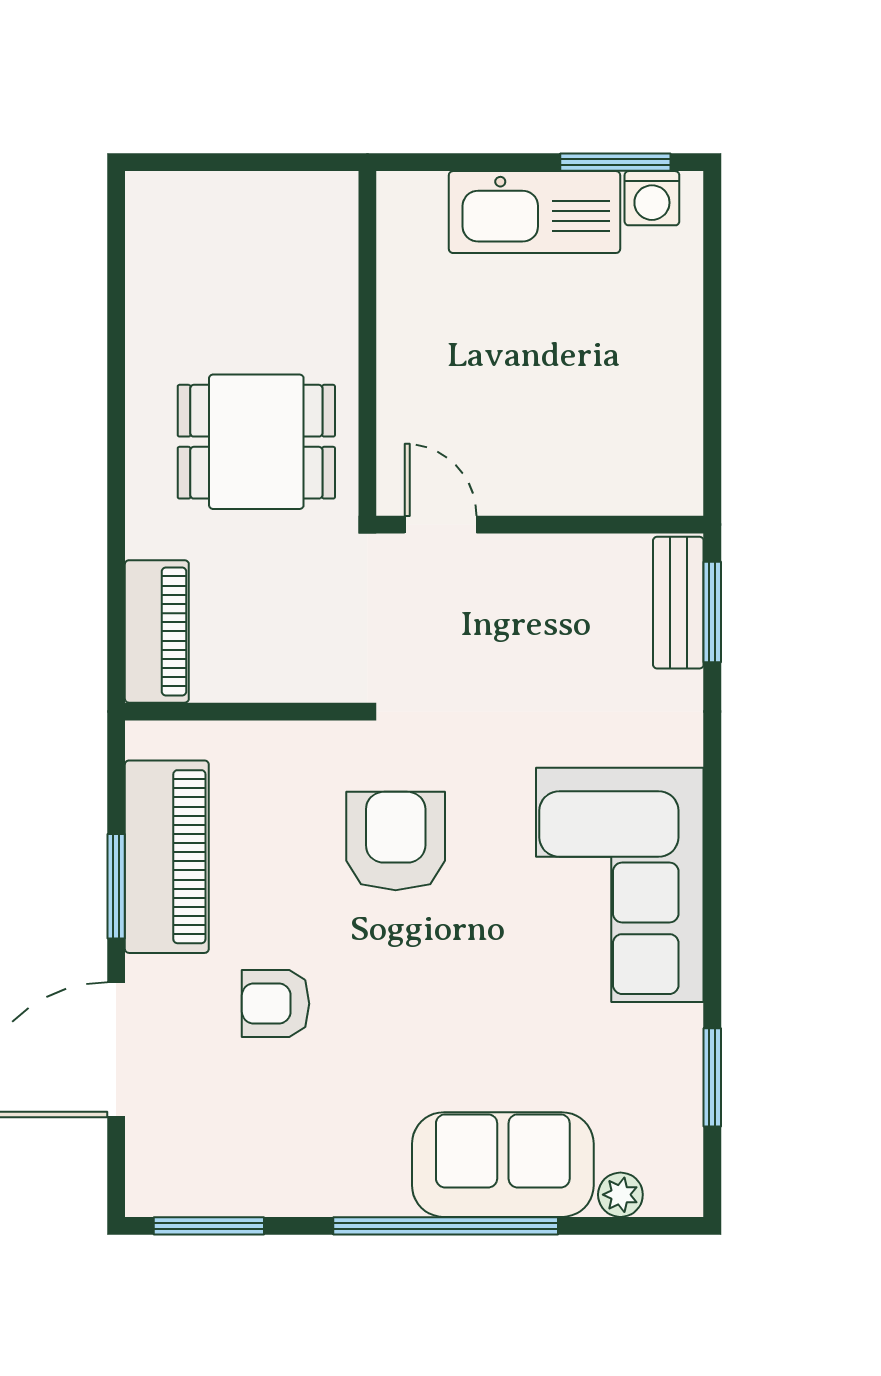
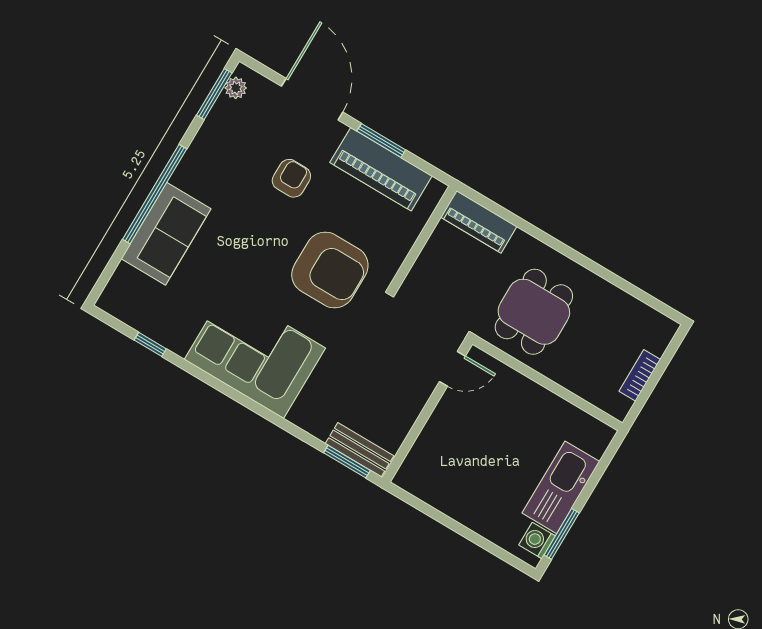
bookcase: (257, 191) -> (640, 375), added
armchair: (396, 841) -> (330, 270), width x1.36, depth x1.36
window: (712, 1077) -> (150, 344), width x0.67
plant: (620, 1195) -> (236, 88), moved

